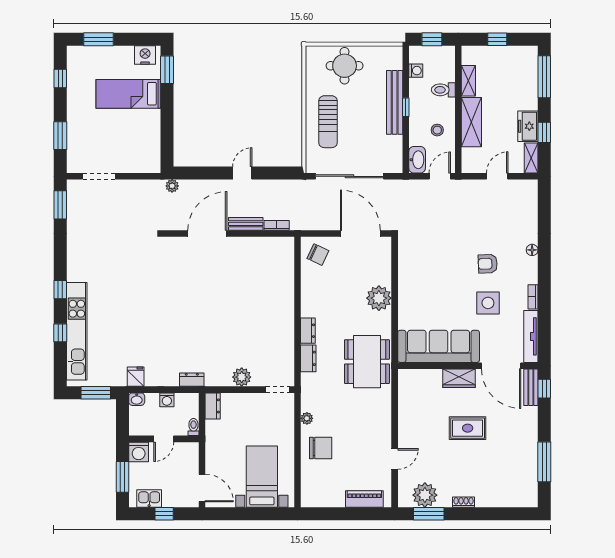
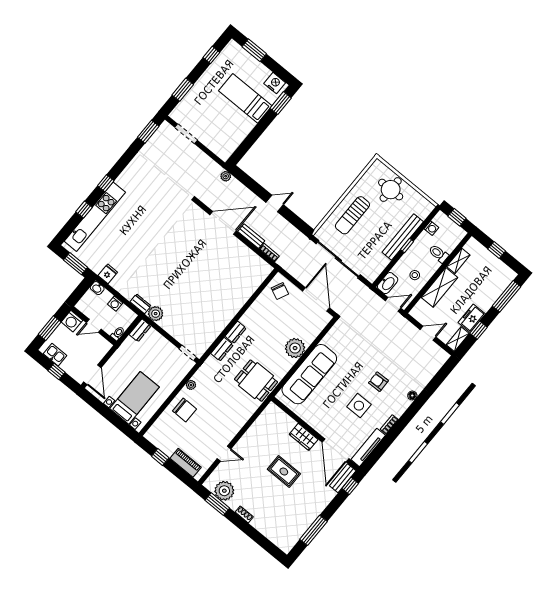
sofa: (439, 346) -> (309, 374), moved, turned 90
dining table: (367, 362) -> (256, 381), width x0.73
plant: (242, 377) -> (156, 314), moved
window: (335, 514) -> (160, 457), added

